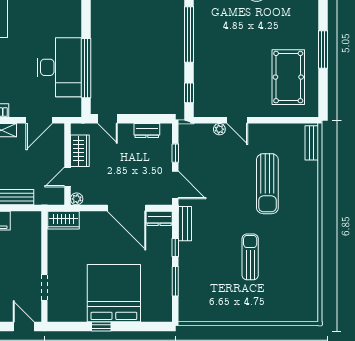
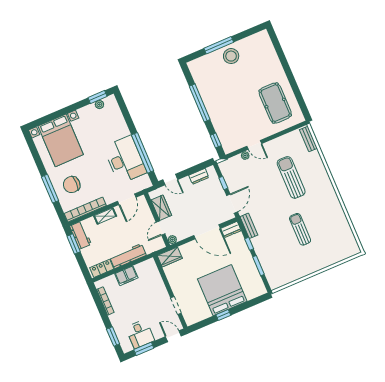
window: (323, 49) -> (290, 76), removed
sun lounger: (267, 184) -> (291, 177), turned 180
door: (175, 185) -> (232, 204), hinge flipped

